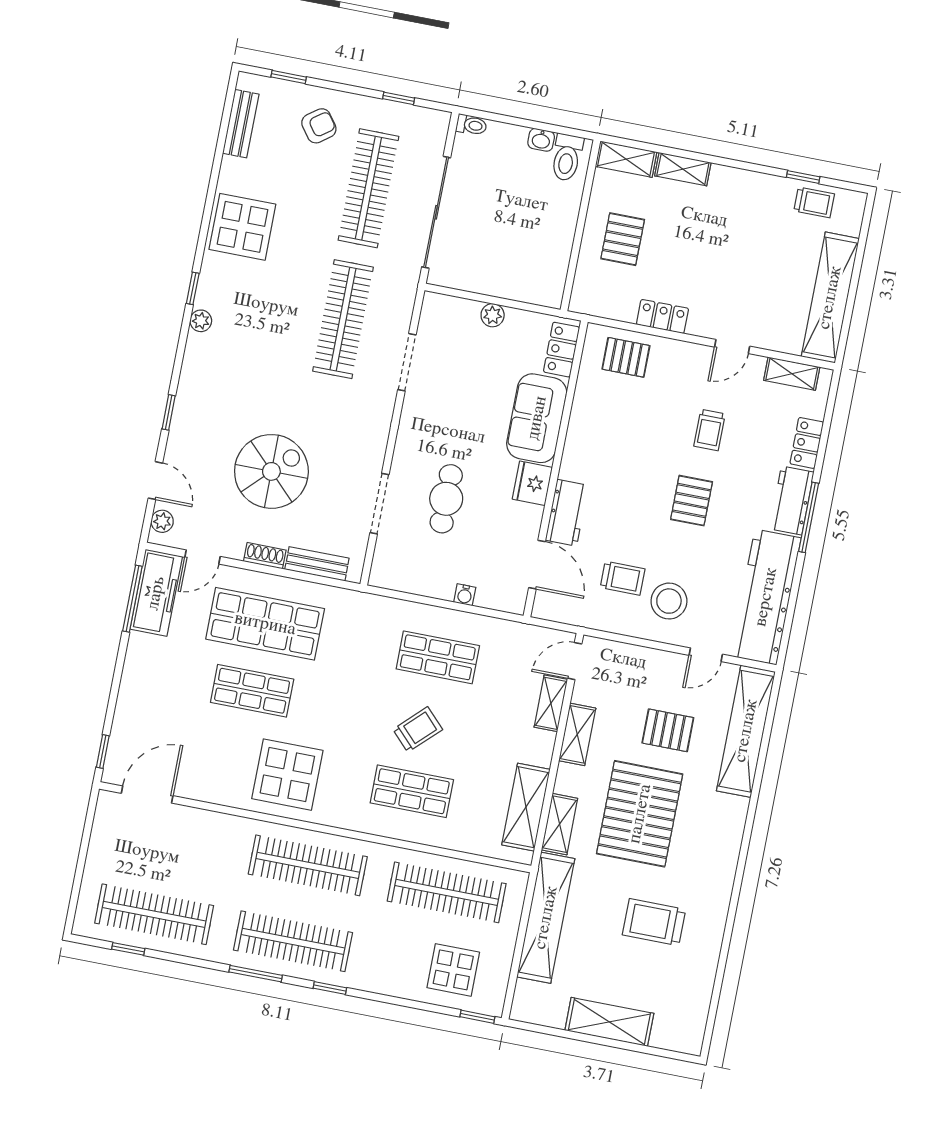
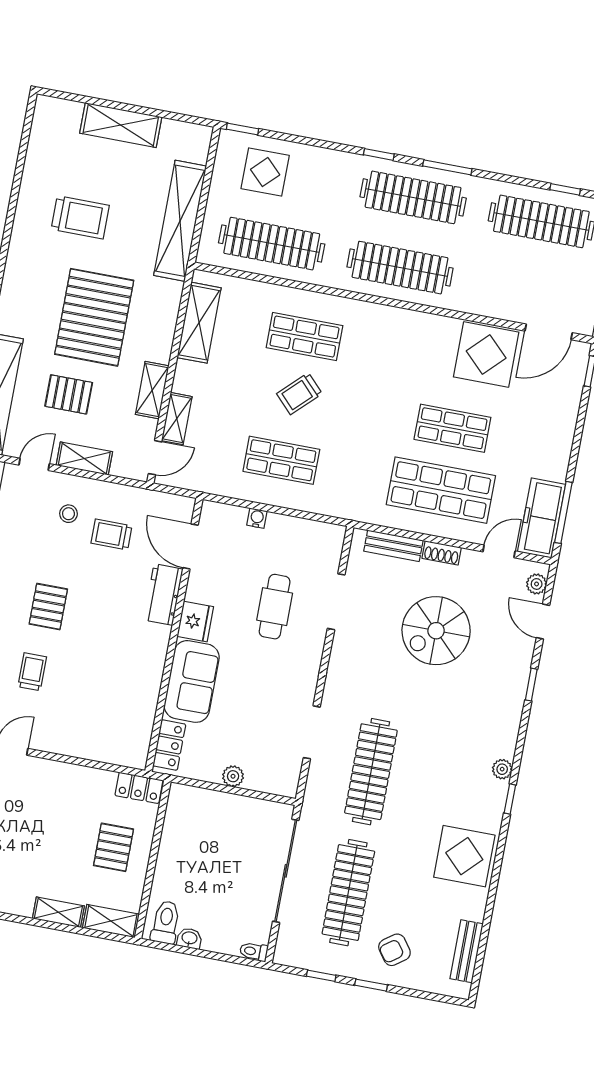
window: (289, 77) -> (371, 985), moved
locker: (662, 316) -> (139, 788), moved
pallet: (626, 357) -> (110, 738), removed
stool: (669, 601) -> (68, 514), width x0.53, depth x0.53
display table: (287, 775) -> (486, 354), moved
shelving: (560, 824) -> (84, 459), moved, turned 90

